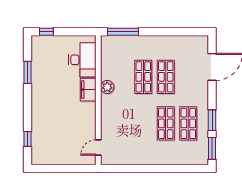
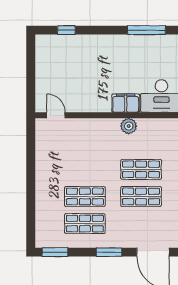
window: (28, 72) -> (146, 30), width x1.44
window: (212, 120) -> (109, 252), moved

